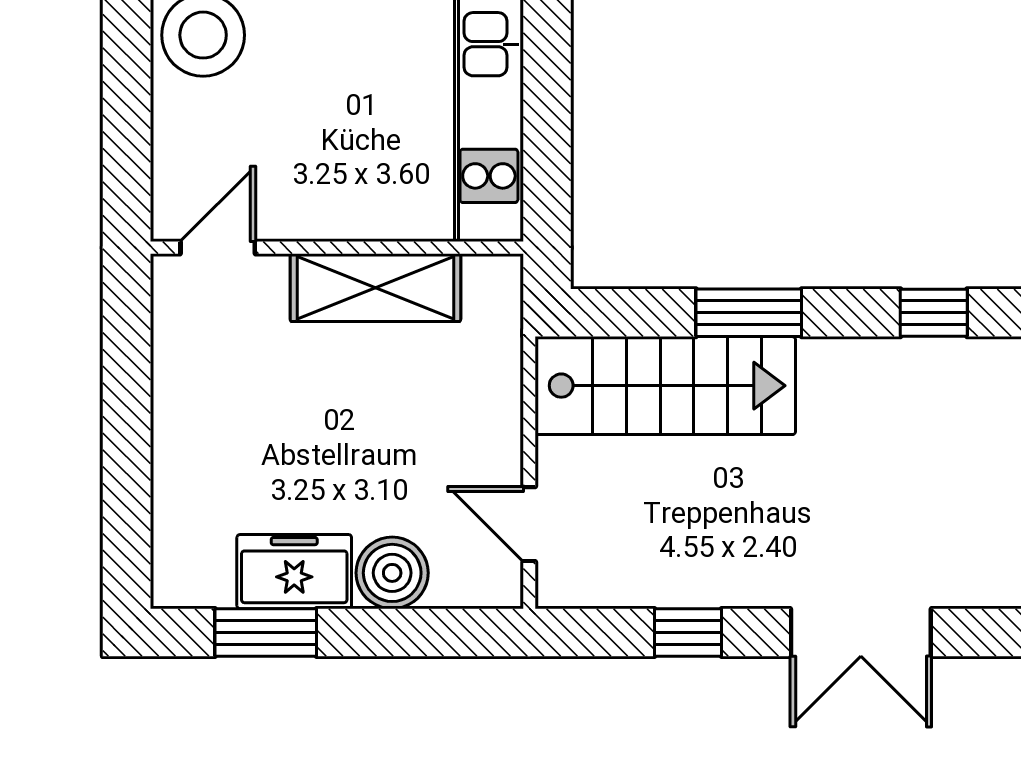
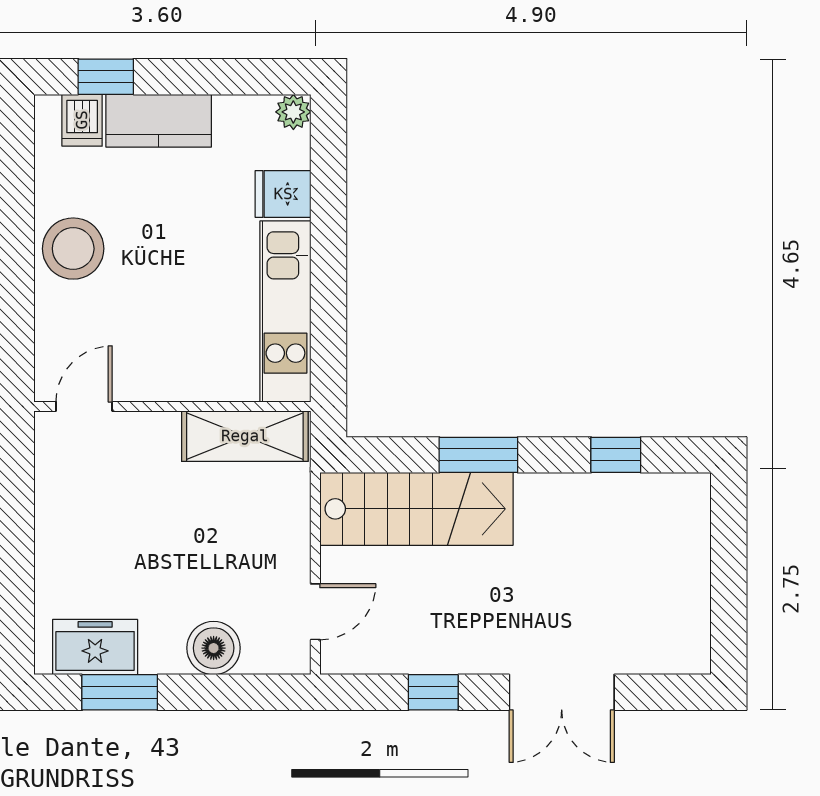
shelving: (375, 288) -> (245, 436), moved
door: (529, 524) -> (315, 612), swing flipped
freezer: (294, 572) -> (95, 647), moved

